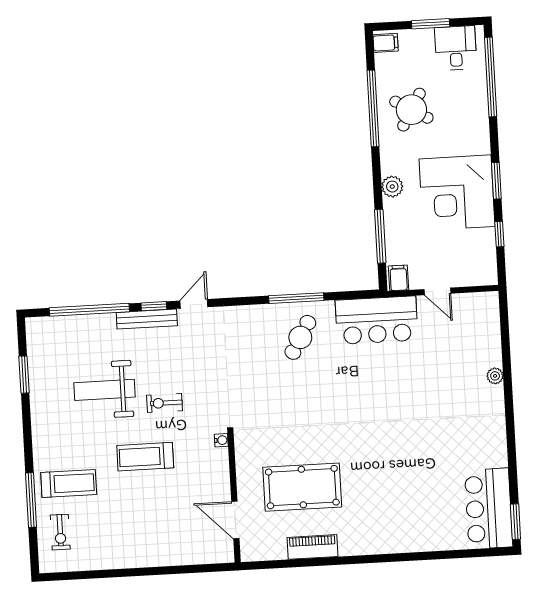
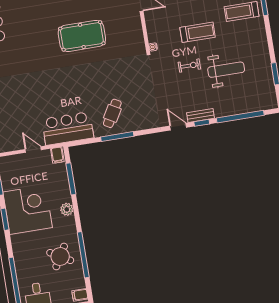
door: (194, 304) -> (178, 127), swing flipped
bench: (147, 319) -> (200, 115), width x0.73
pool table: (302, 487) -> (82, 36), moved

